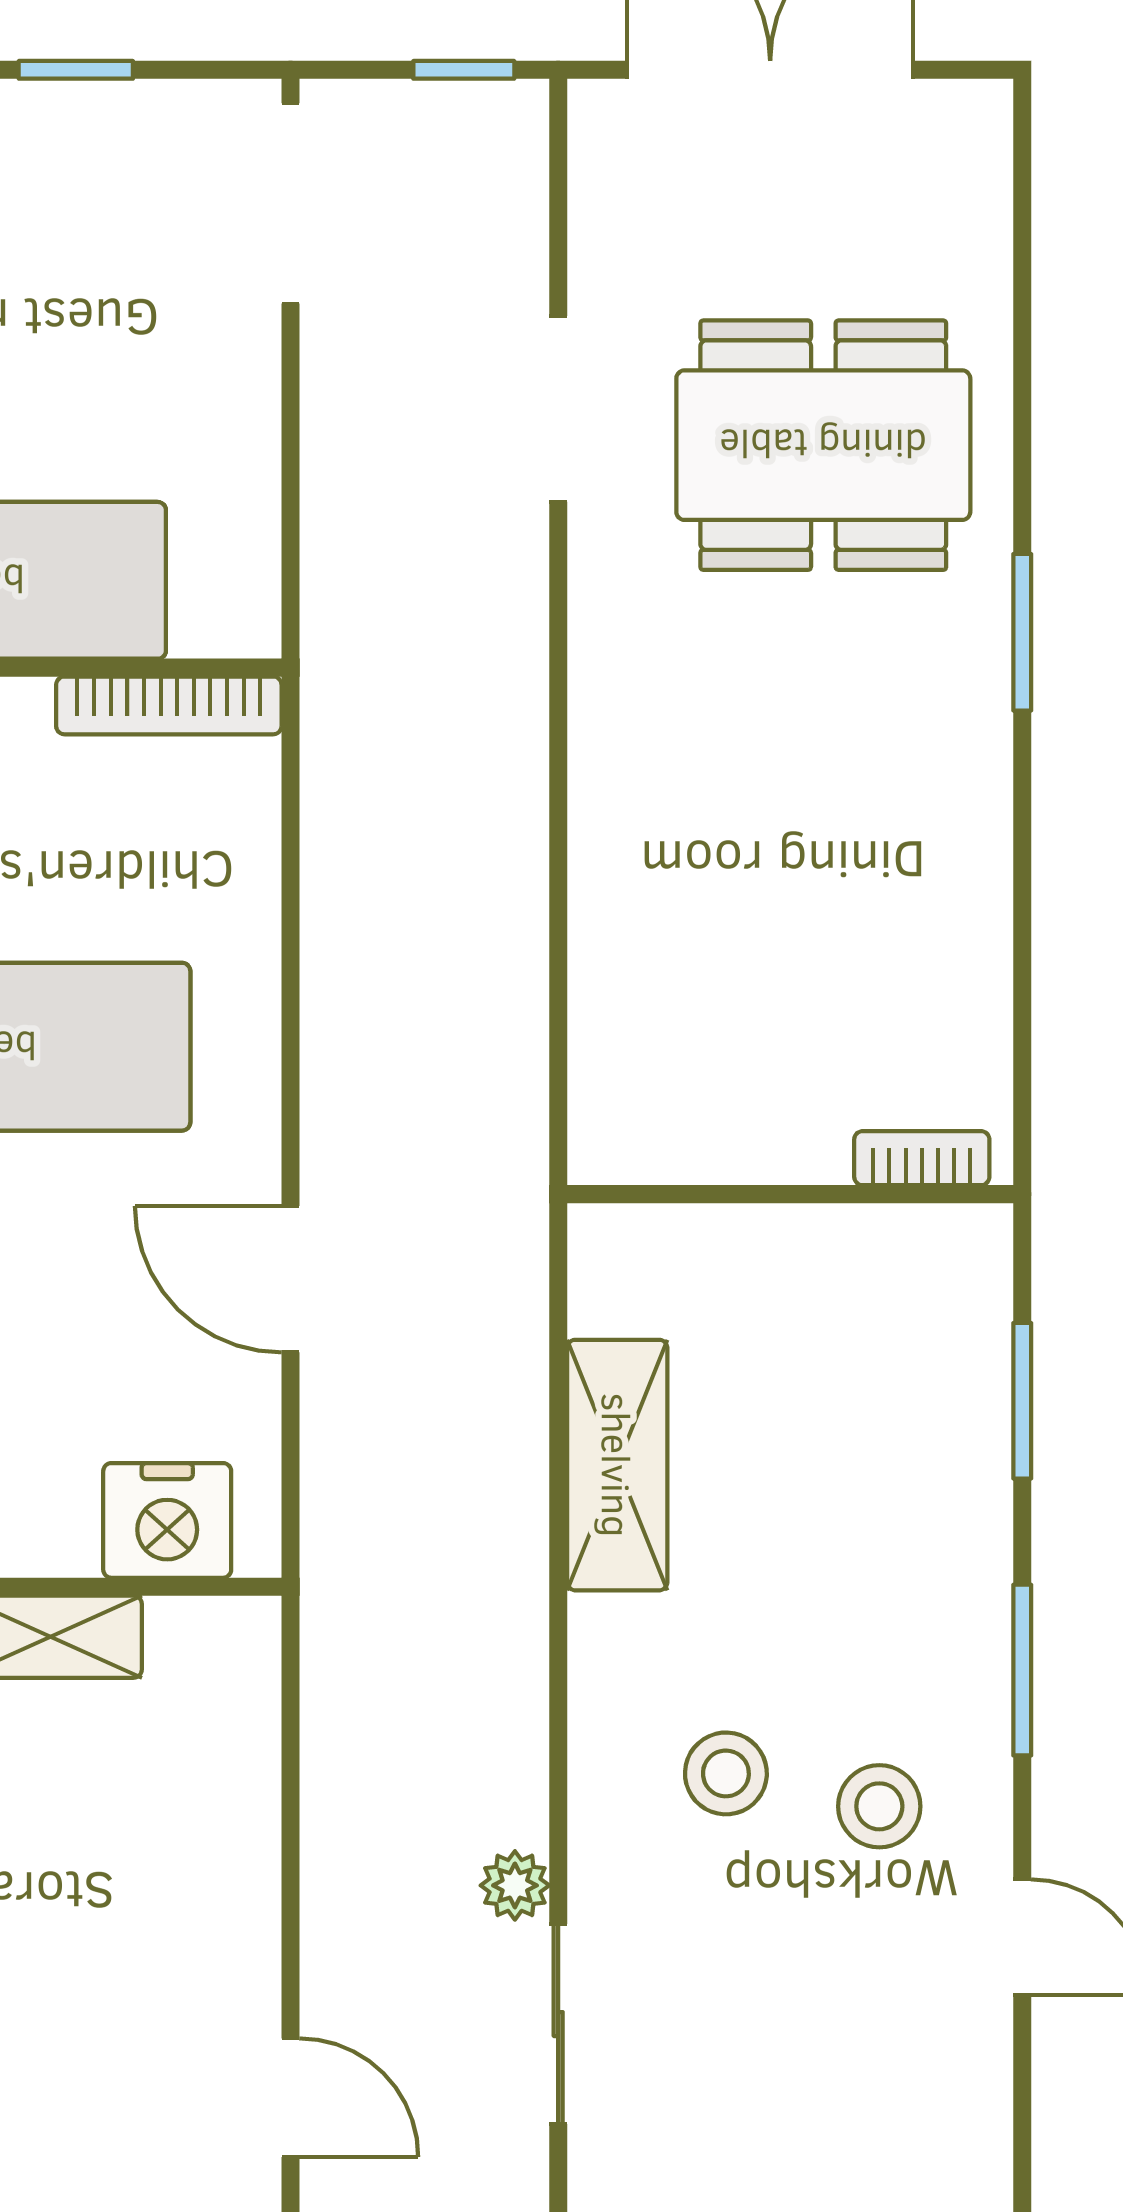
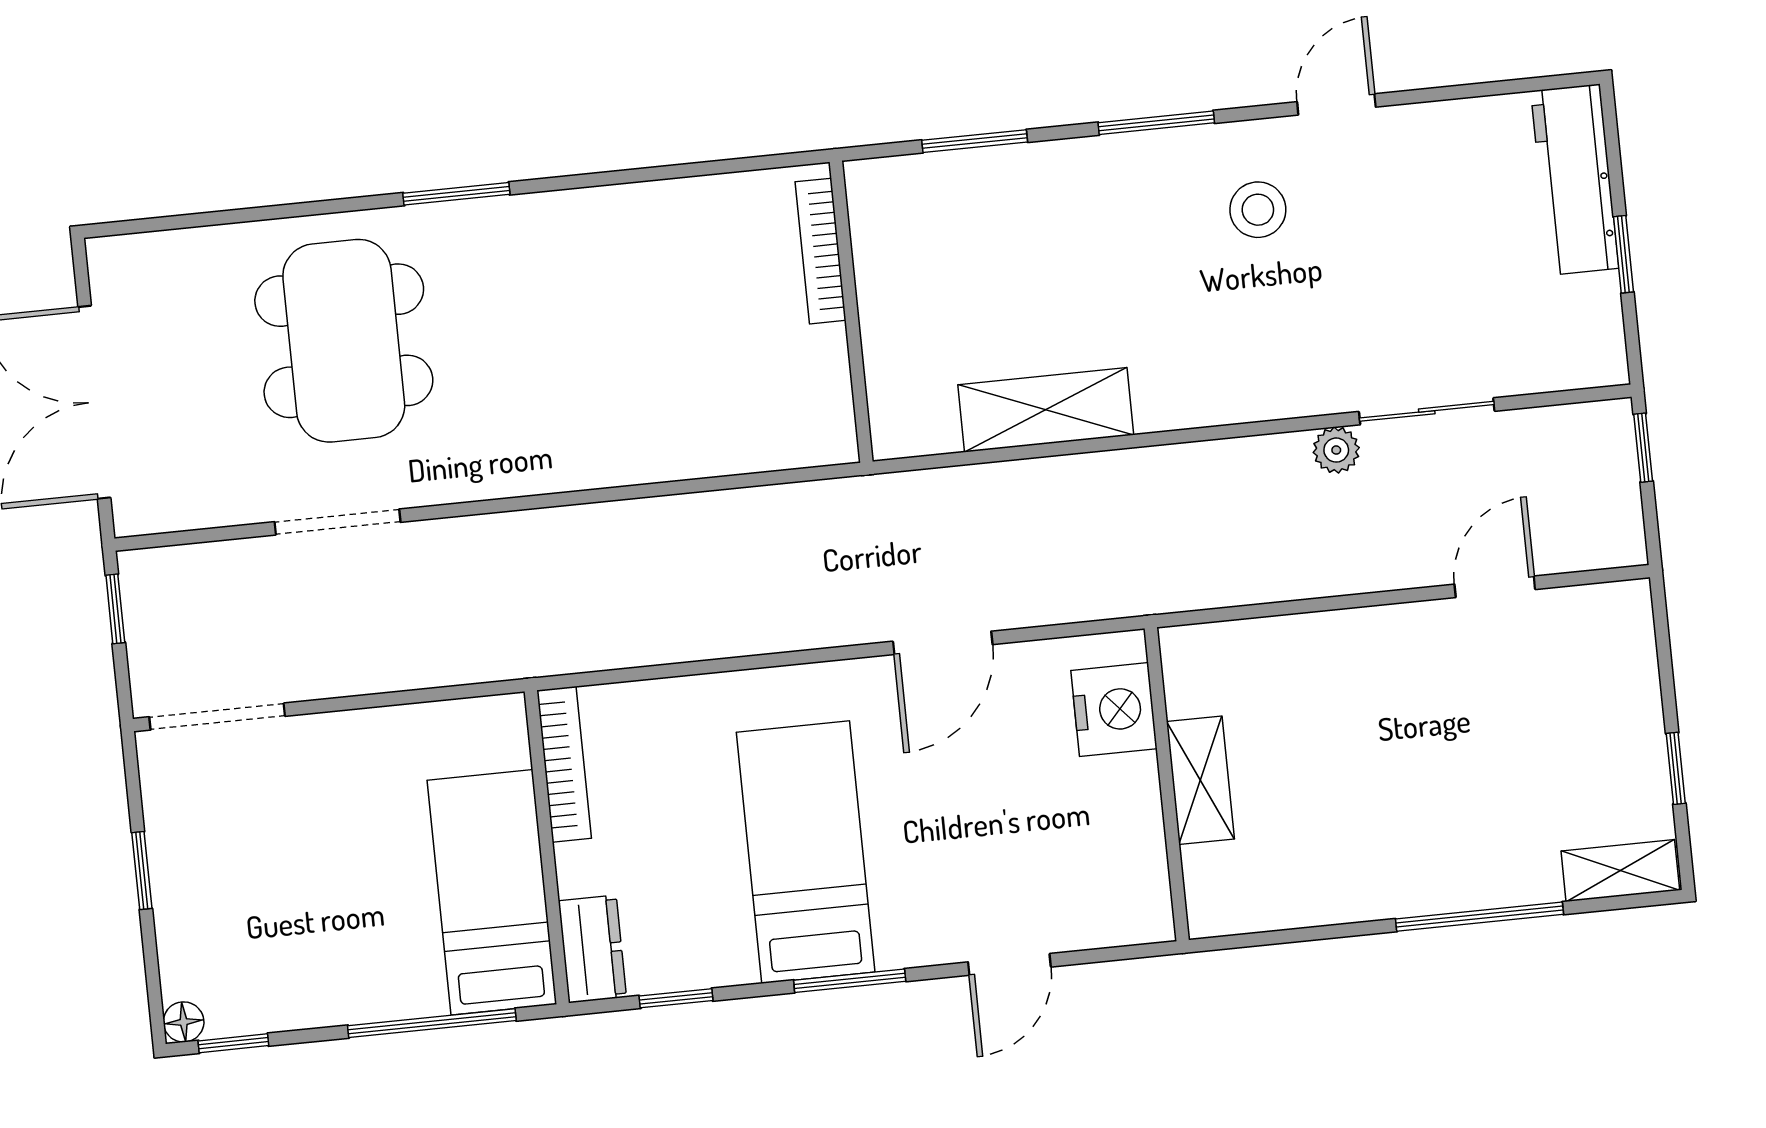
bookcase: (922, 1158) -> (820, 251), width x1.56
stool: (726, 1773) -> (1246, 315), removed

